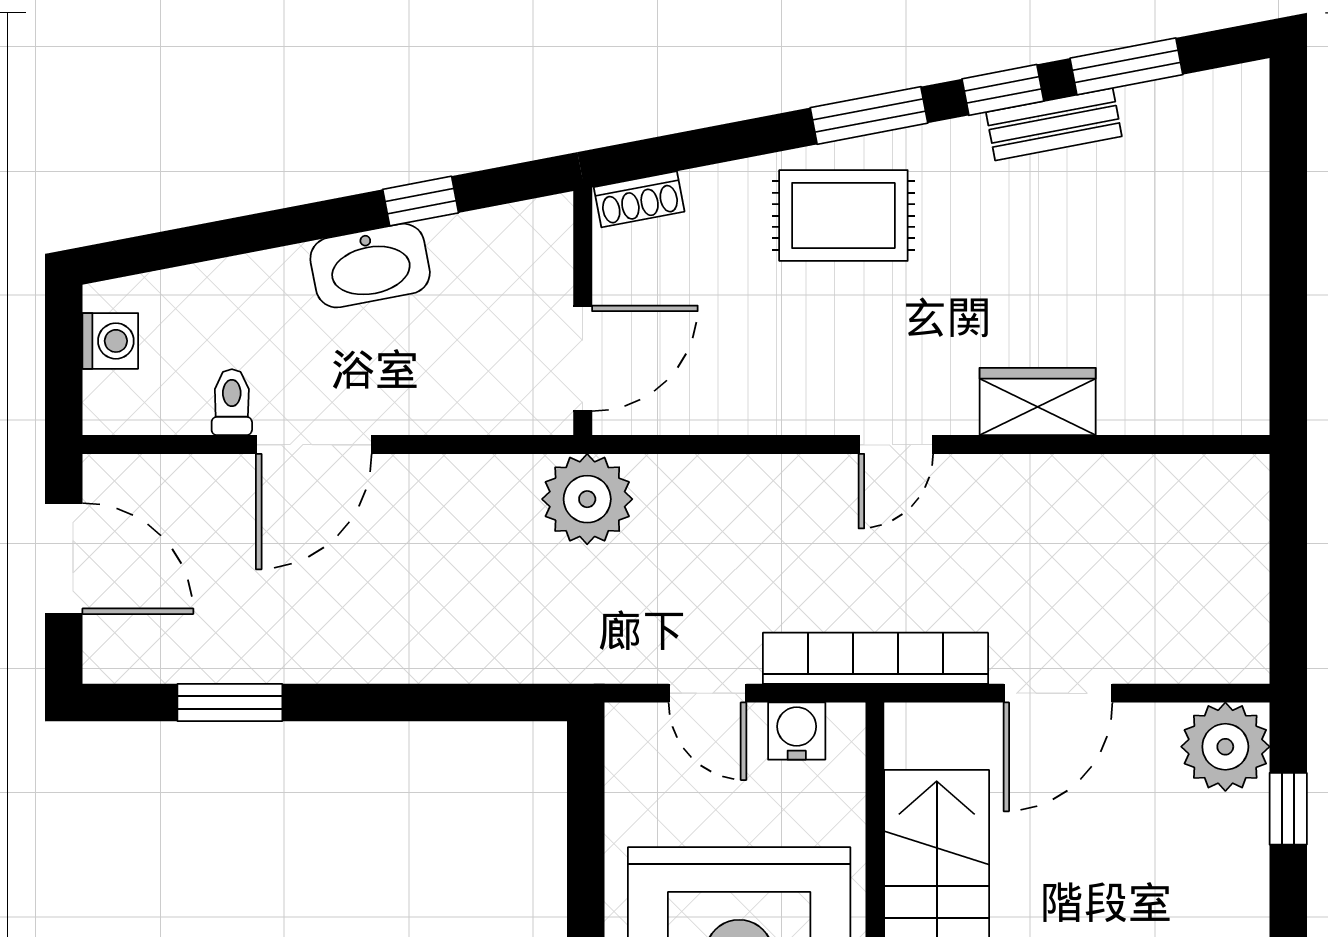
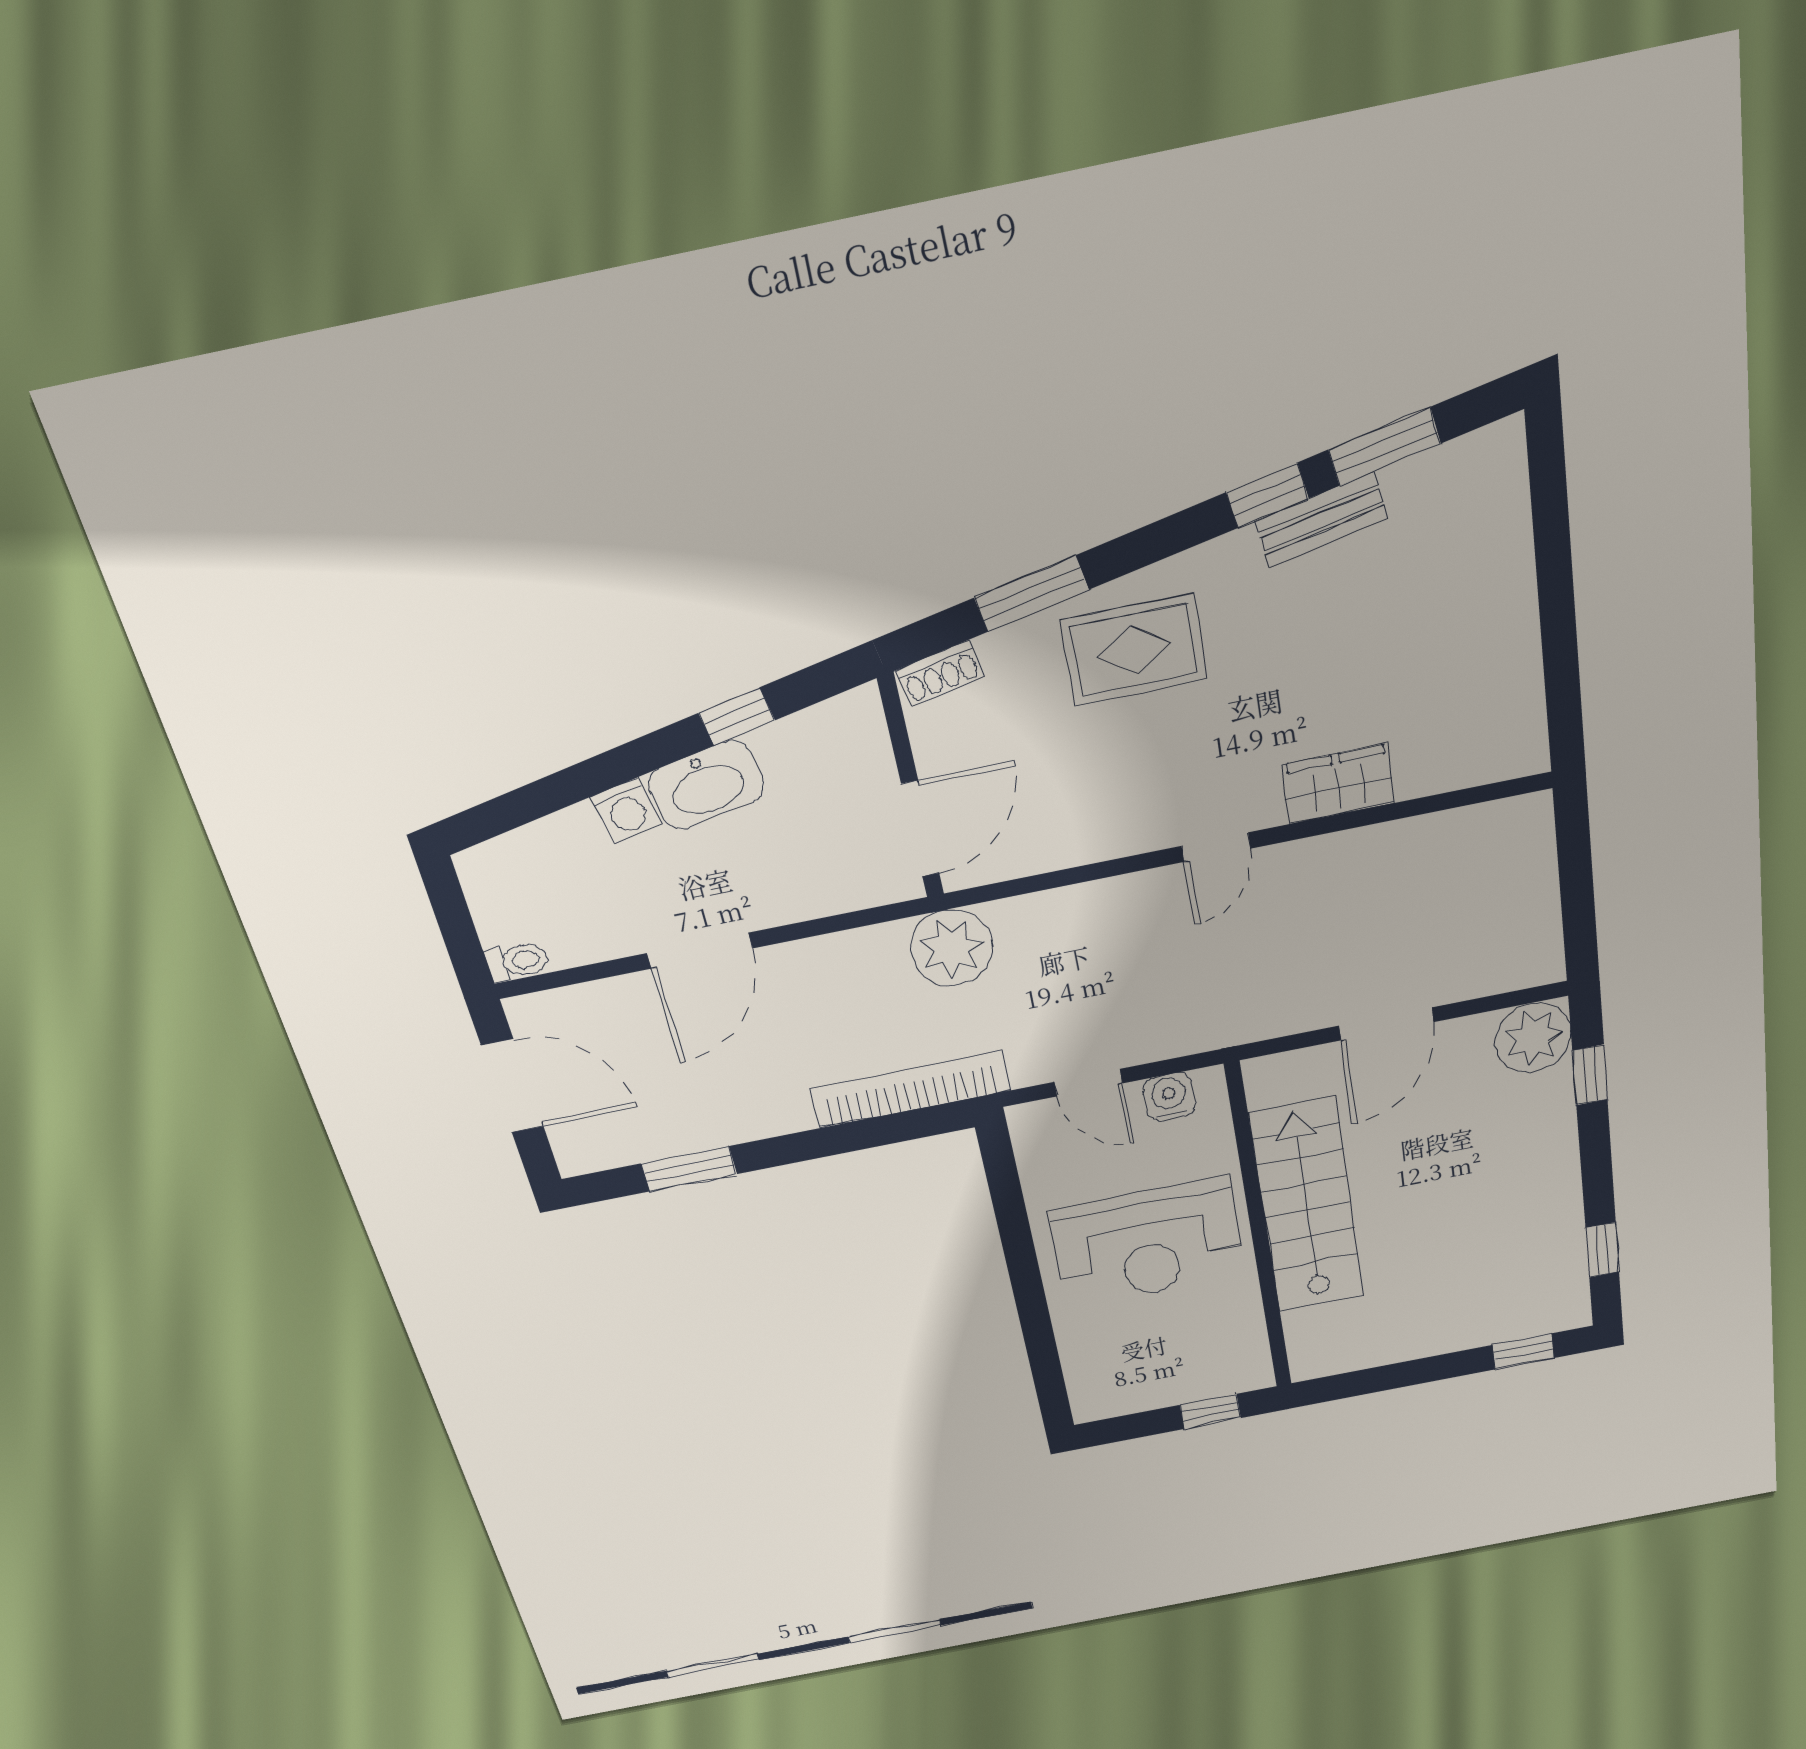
window: (869, 115) -> (1032, 594), moved
washing machine: (110, 341) -> (626, 811), moved, turned 79
toilet: (232, 402) -> (517, 961), moved, turned 90
bookcase: (875, 658) -> (911, 1090), moved

